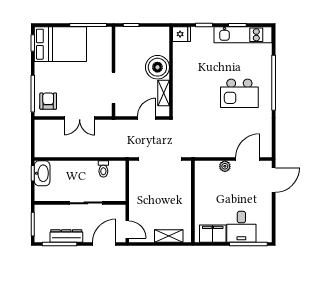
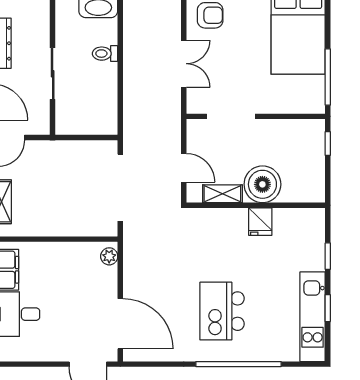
fridge: (182, 34) -> (260, 222), moved
double door: (80, 118) -> (184, 64), swing flipped
door: (248, 159) -> (120, 324), width x1.36
plant: (225, 166) -> (109, 256), moved
toilet: (103, 169) -> (105, 54), moved

